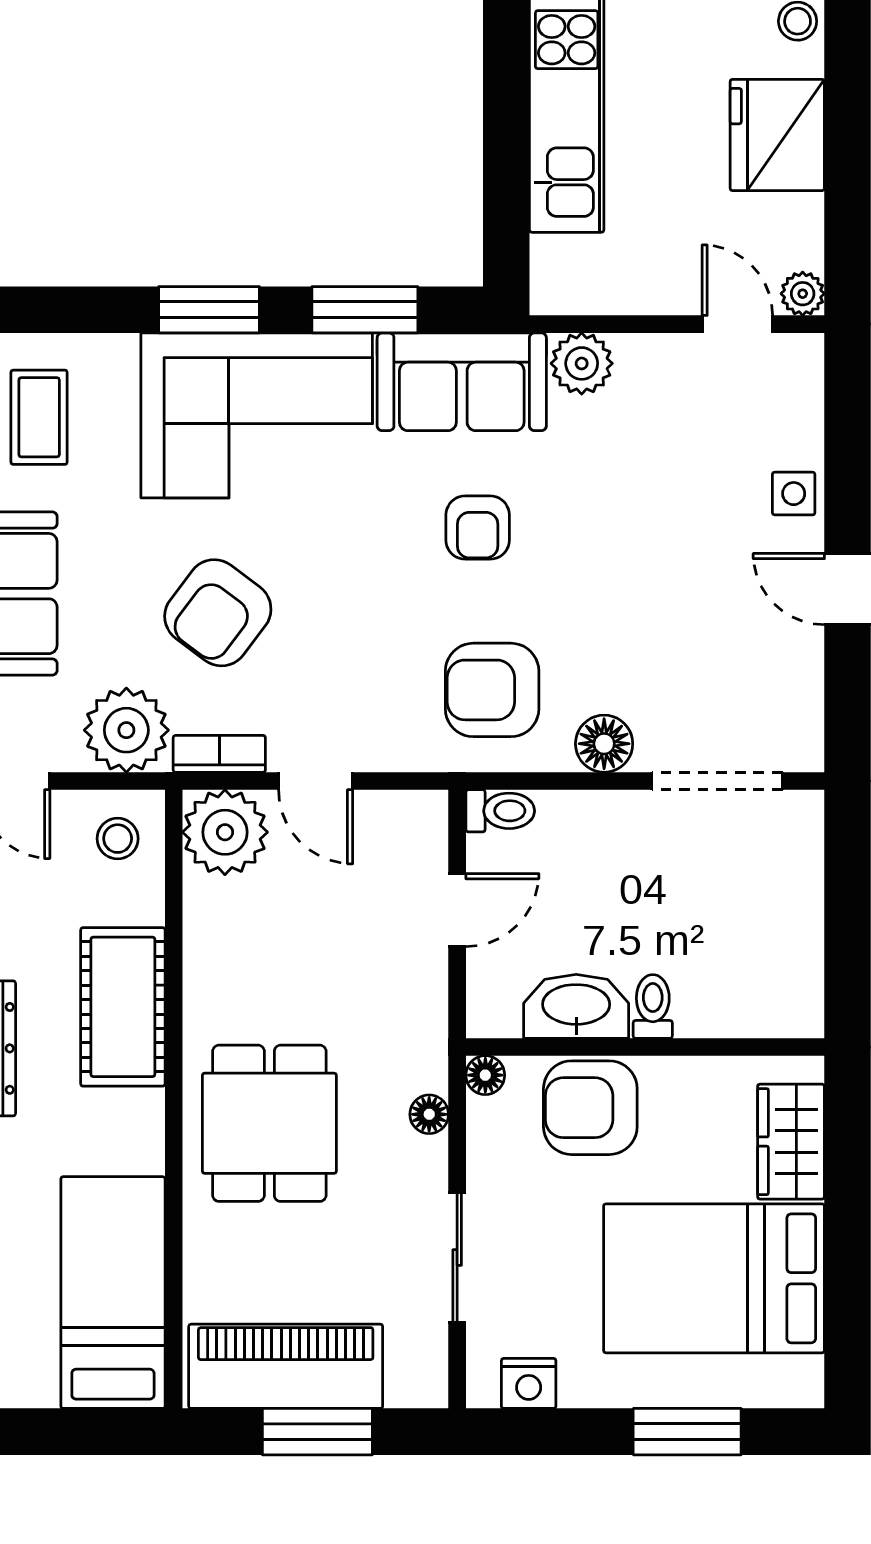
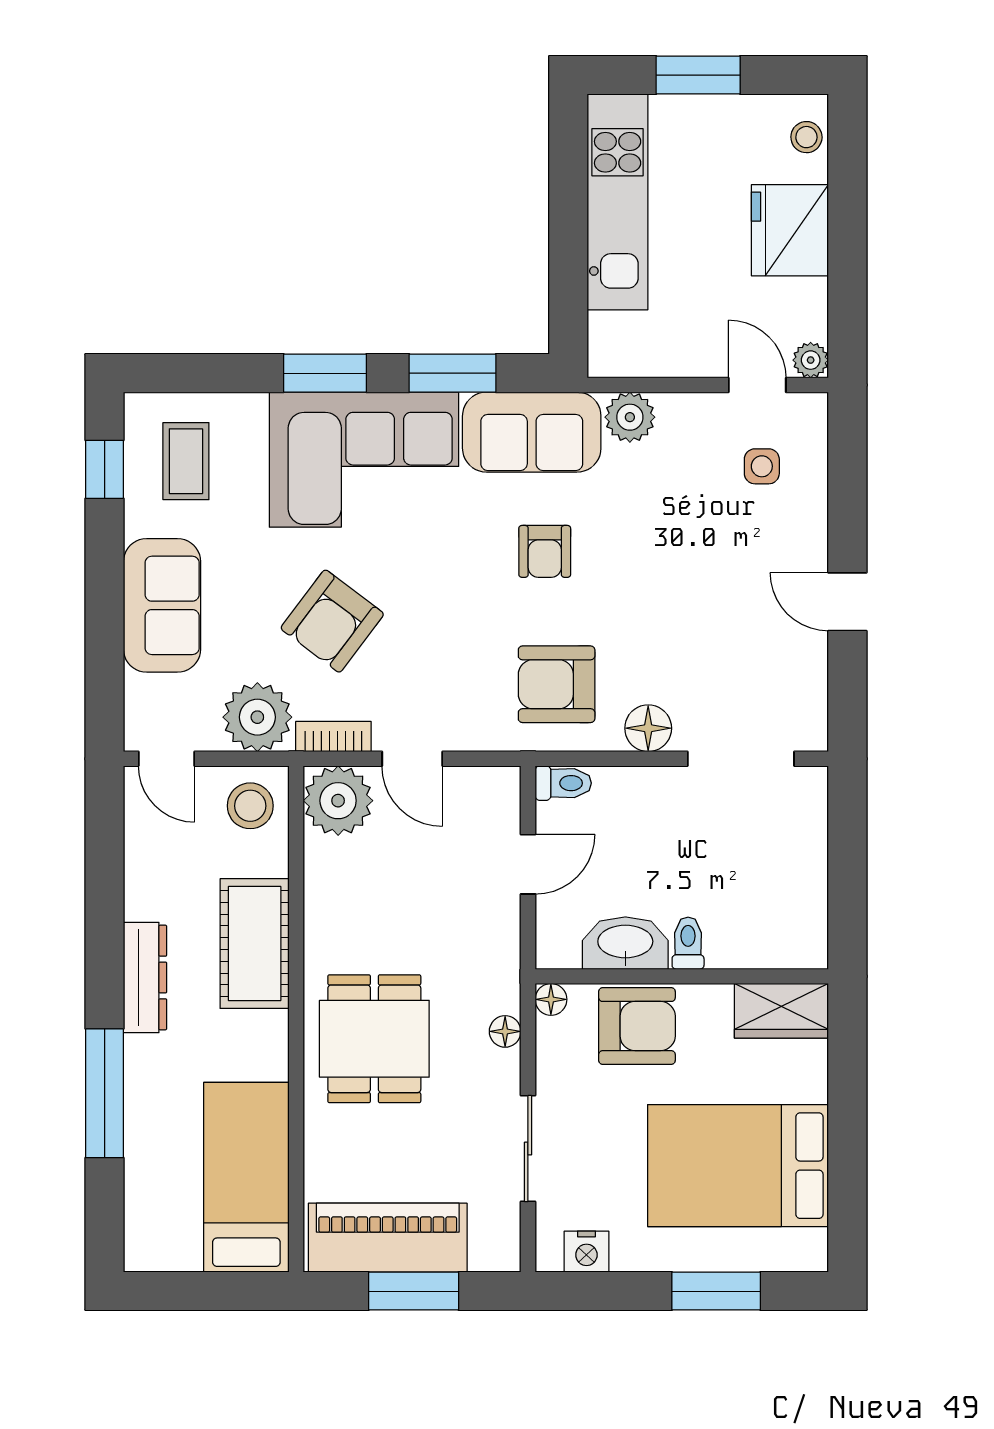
side table: (794, 494) -> (762, 466), moved
stool: (118, 839) -> (250, 806), width x1.37, depth x1.37
armchair: (590, 1108) -> (637, 1026), turned 180
wardrobe: (791, 1142) -> (781, 1011), moved, turned -90

